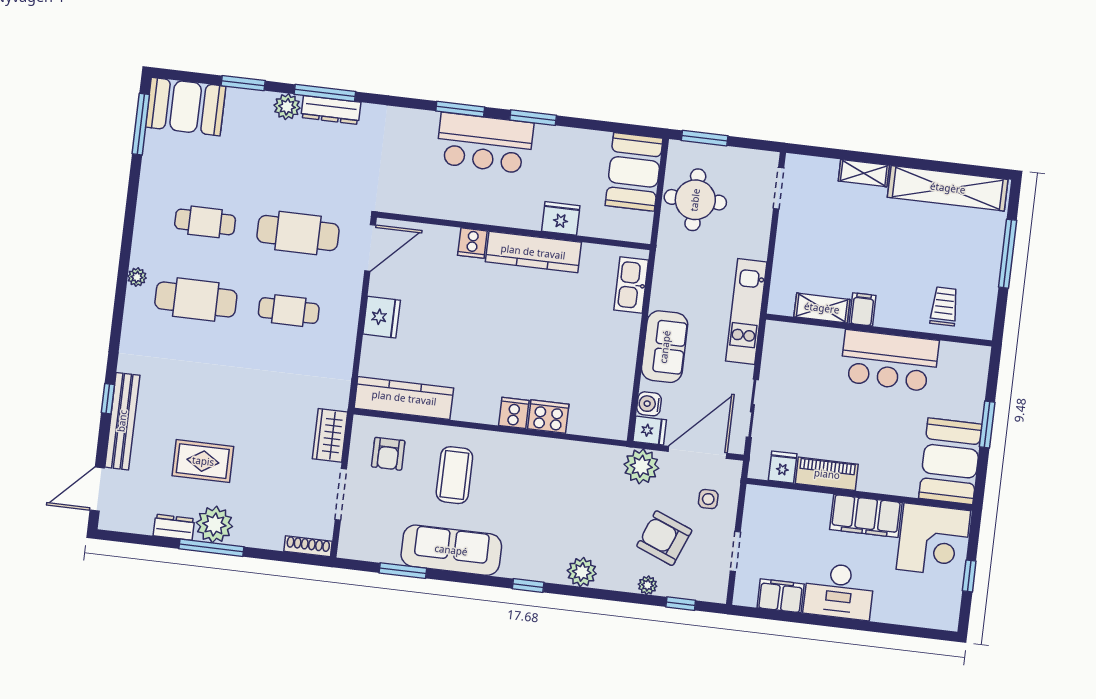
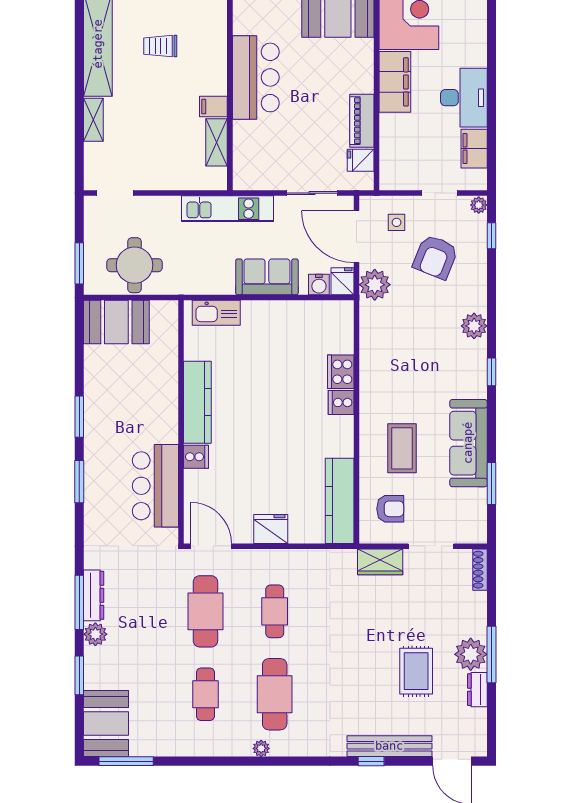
bar counter: (485, 143) -> (155, 486), moved, turned 180
fridge: (561, 218) -> (165, 382), removed
trolley: (944, 306) -> (160, 46), moved
coffee table: (454, 475) -> (402, 448), turned 90
plant: (648, 585) -> (479, 205), moved

